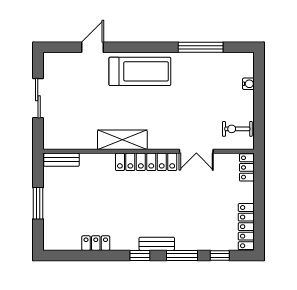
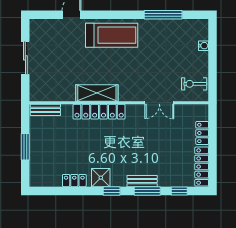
locker: (146, 162) -> (99, 112), moved
locker: (247, 167) -> (202, 133), moved
shower: (127, 240) -> (101, 178), added
bench: (157, 244) -> (142, 181), moved

